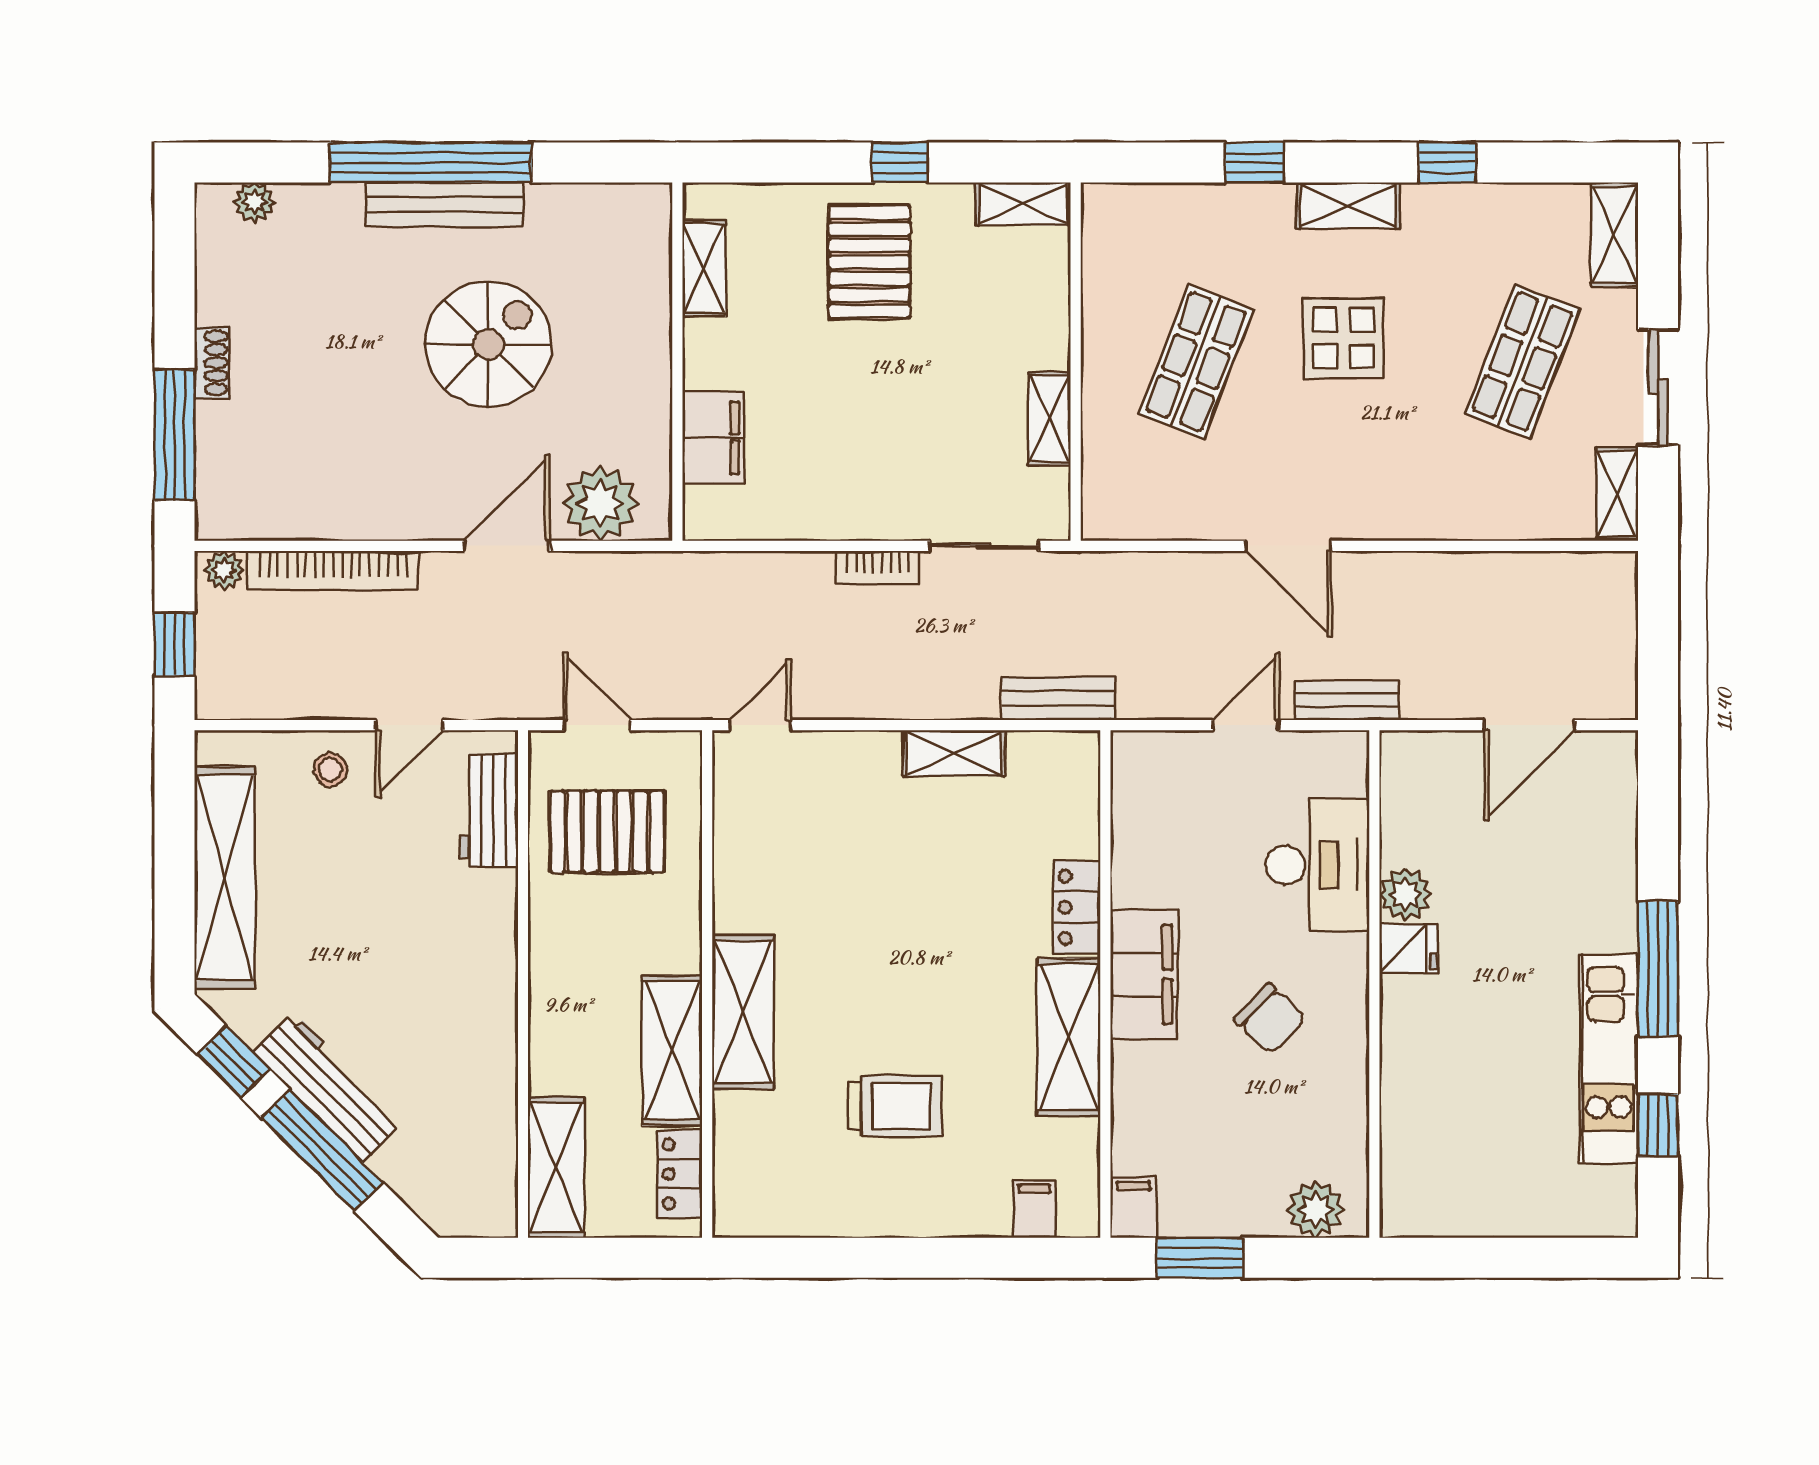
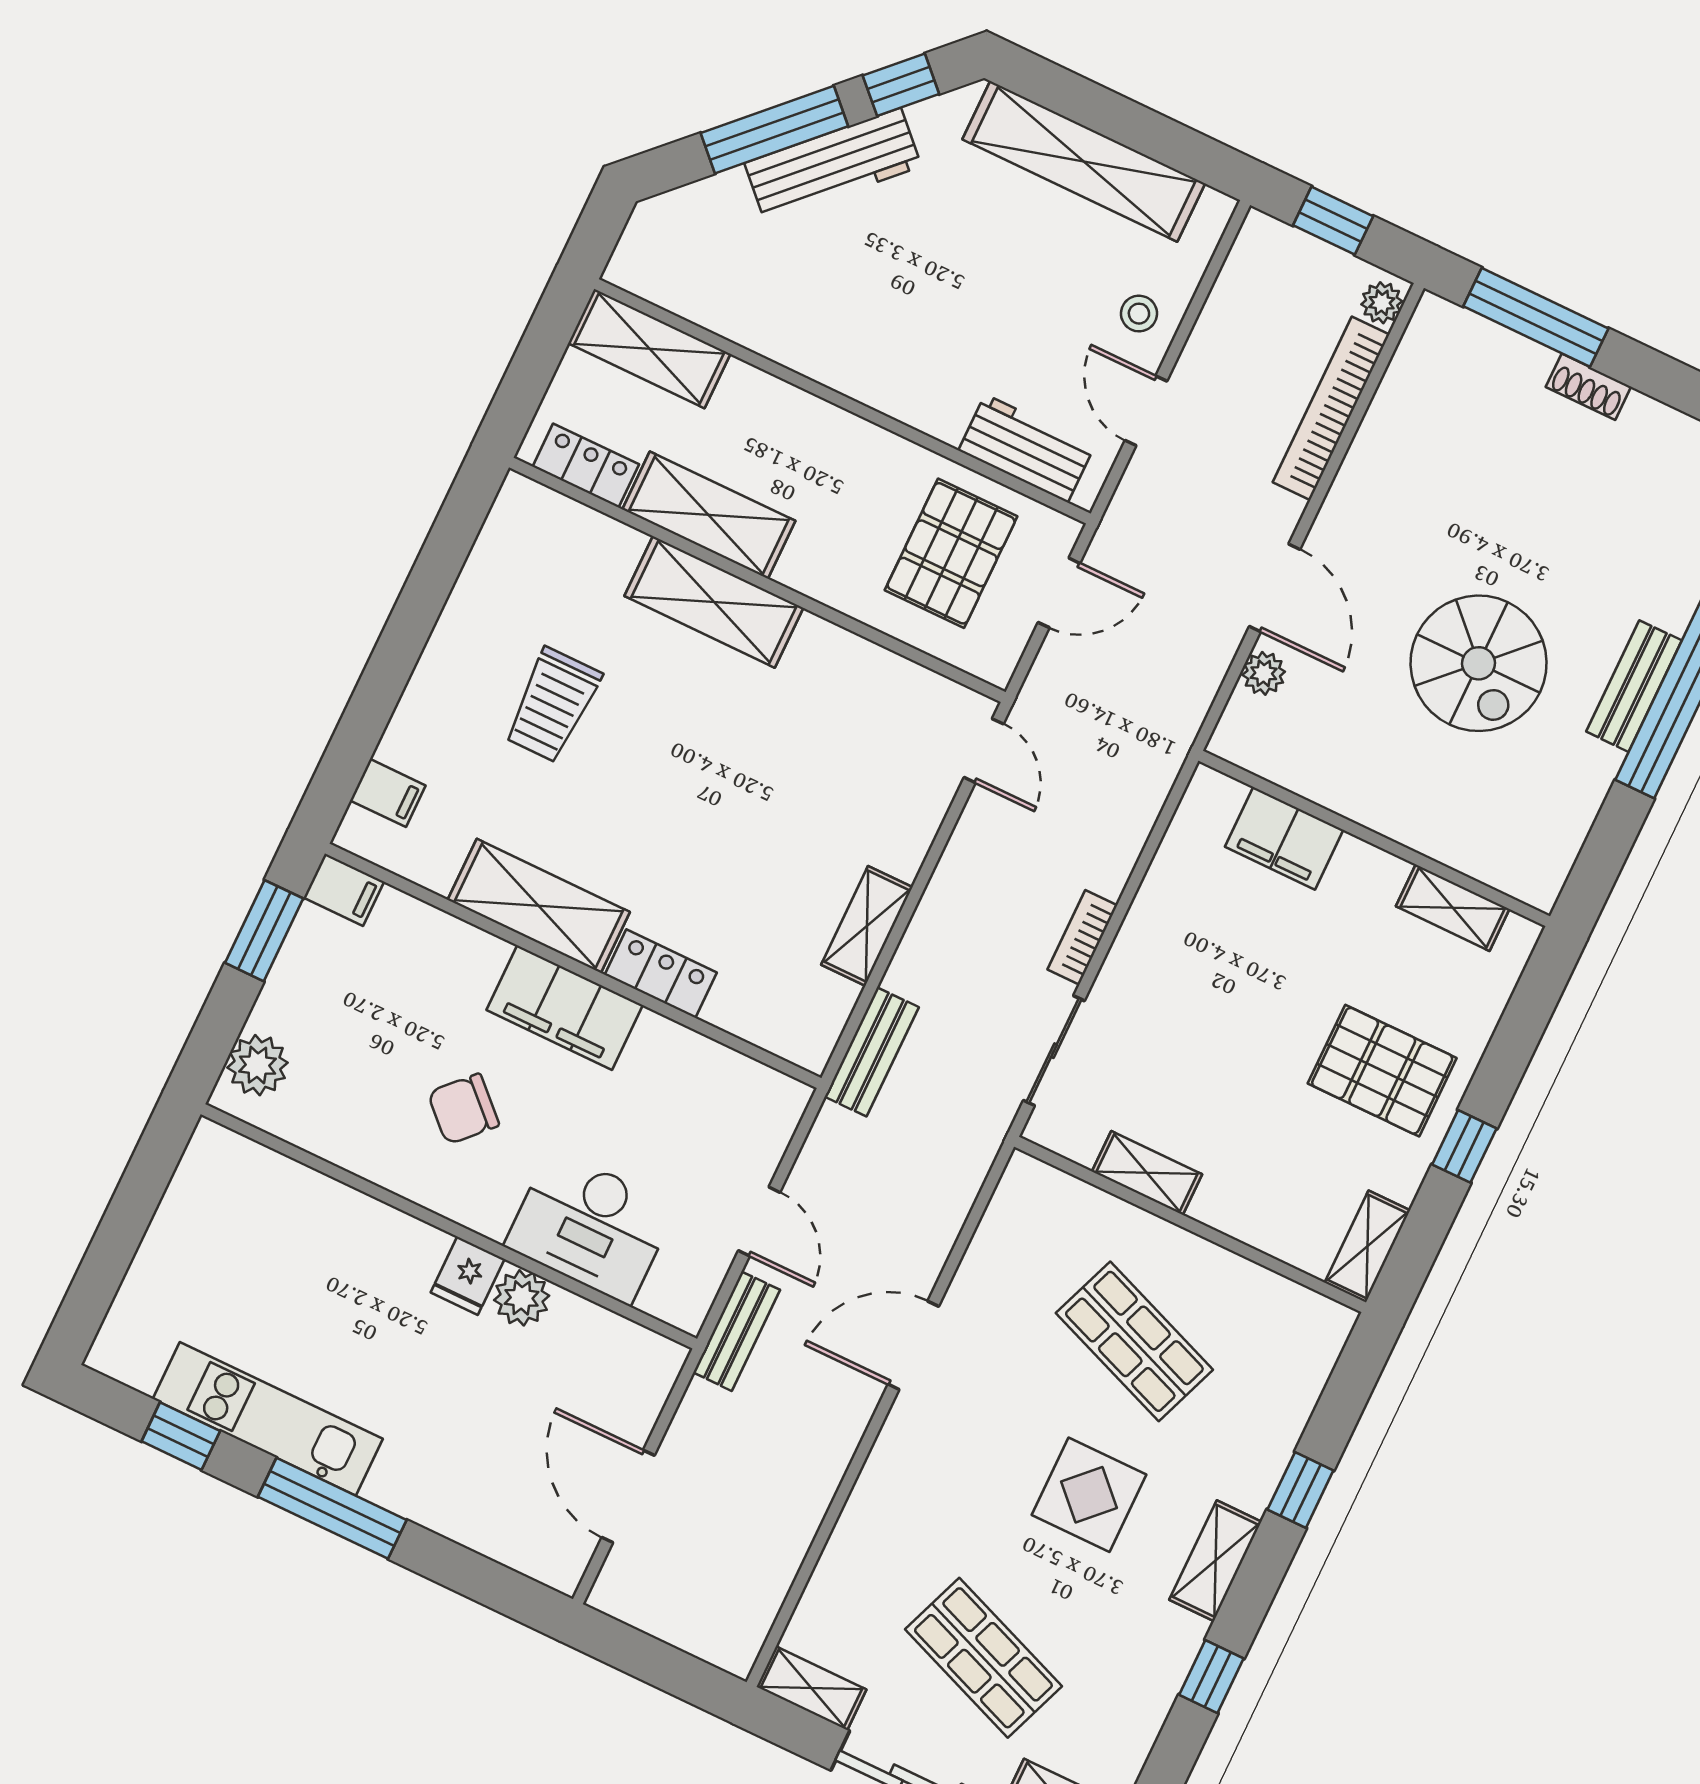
bench: (445, 204) -> (1634, 686), width x0.73
plant: (600, 503) -> (1264, 673), width x0.53, depth x0.53

